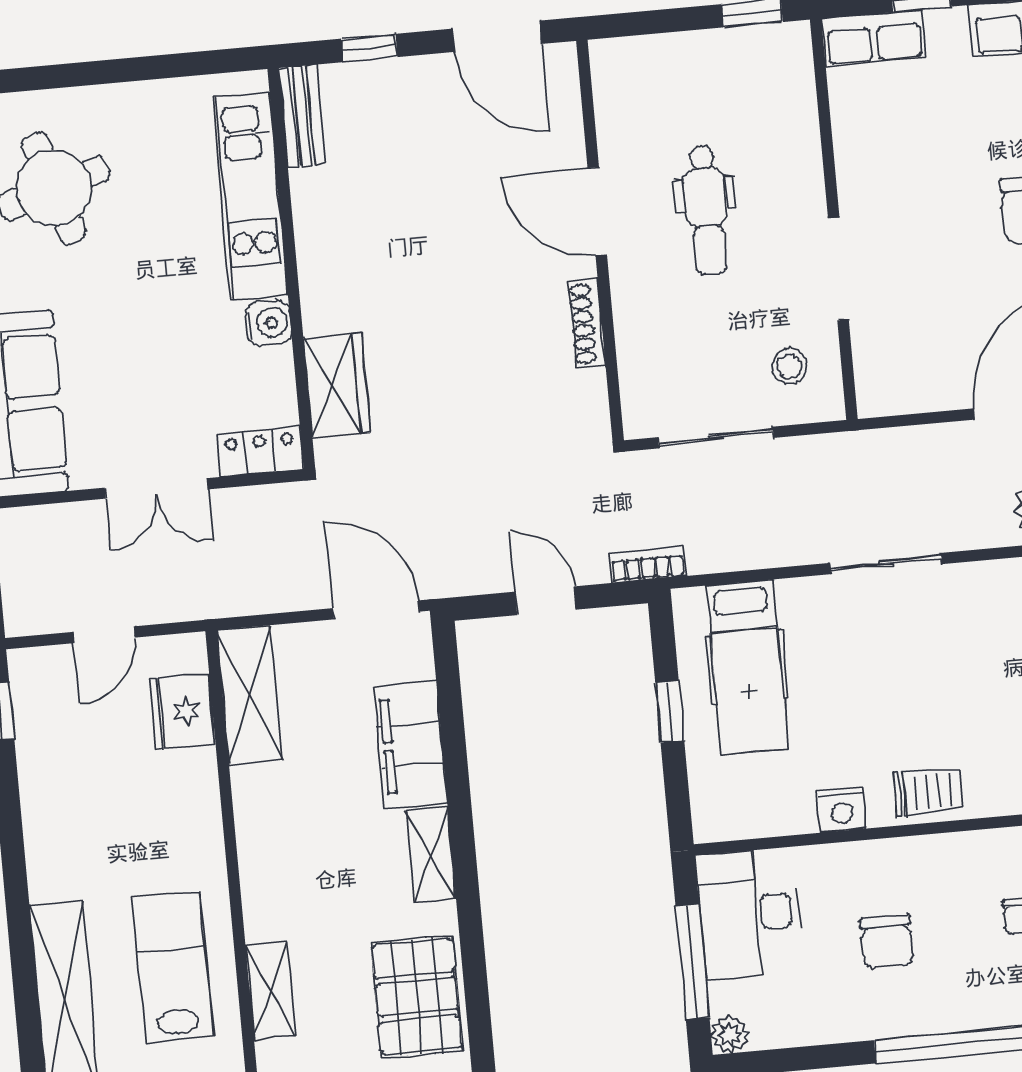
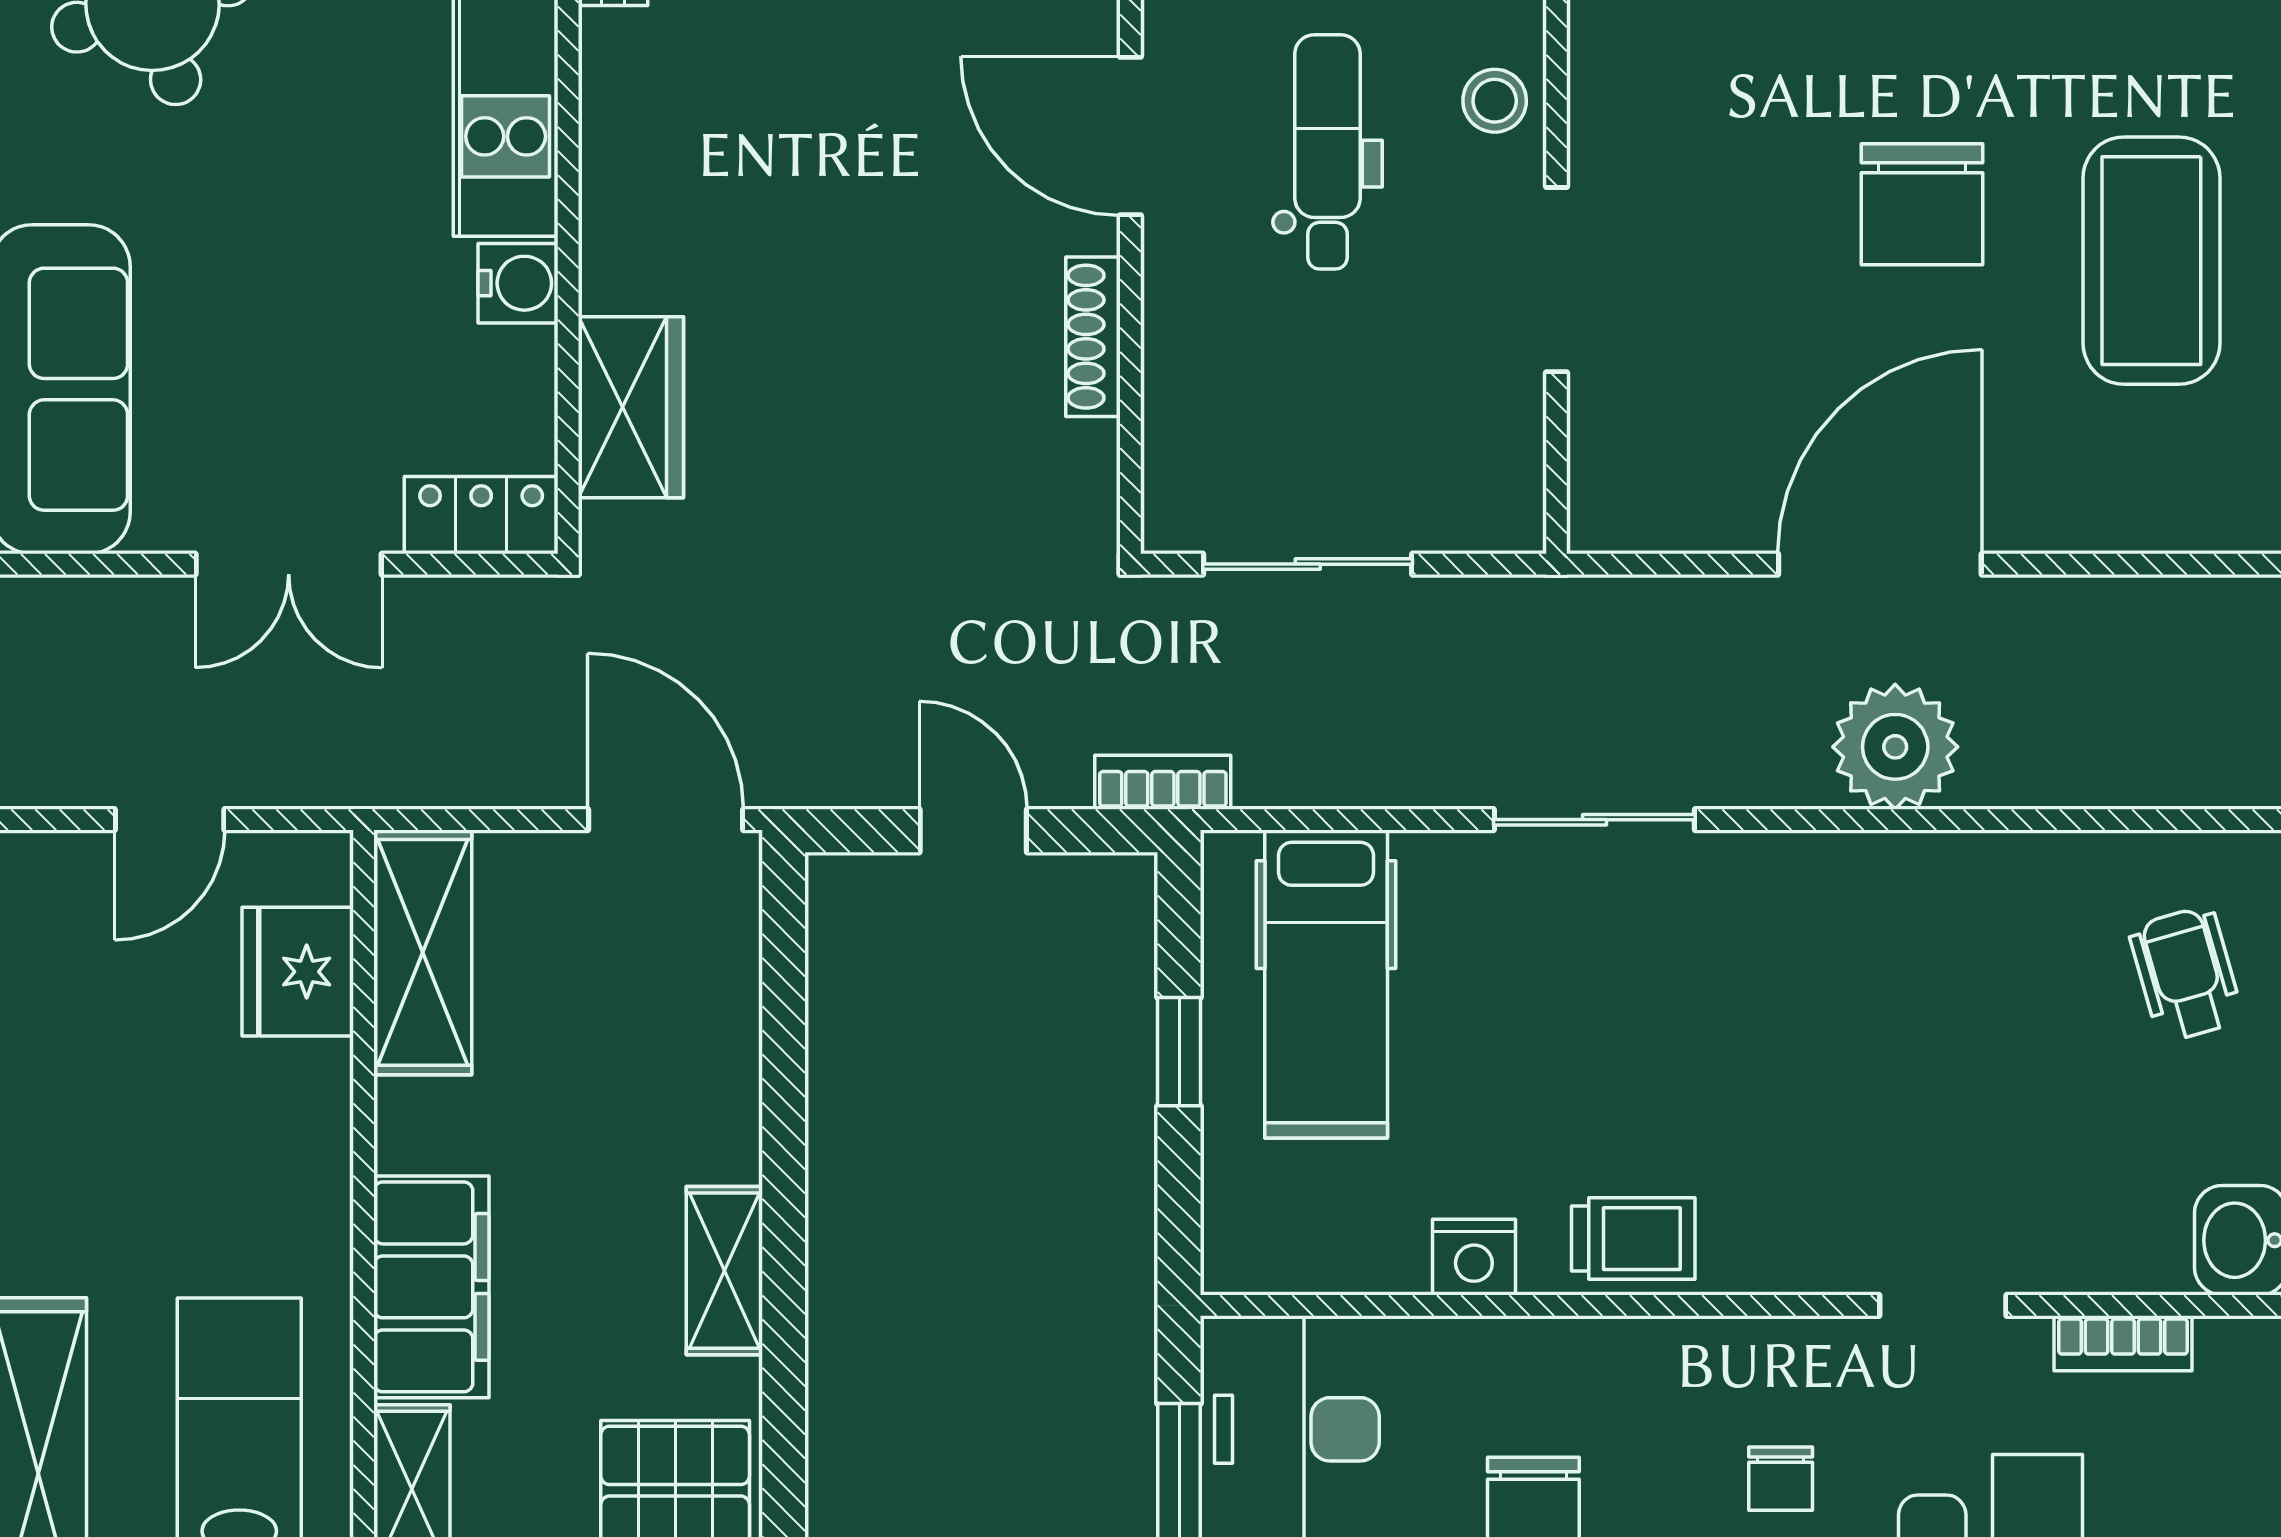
dental chair: (706, 210) -> (1328, 152), turned 180
stool: (789, 366) -> (1495, 101), moved
filing cabinet: (410, 745) -> (431, 1287), moved, turned 180

